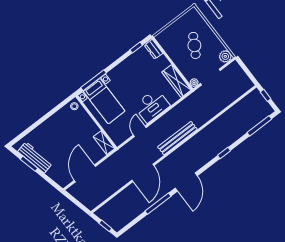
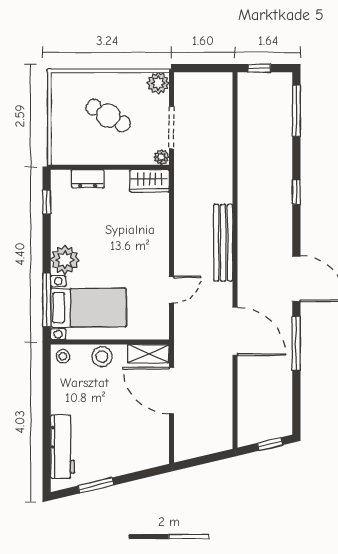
dresser: (154, 49) -> (88, 179), moved
plant: (117, 75) -> (65, 260), added
wardrobe: (176, 81) -> (149, 181), width x0.67
desk: (152, 106) -> (148, 244), removed
stool: (87, 123) -> (102, 357), added
door: (140, 131) -> (171, 290), swing flipped
workbench: (35, 157) -> (62, 447), moved, turned 103
door: (85, 173) -> (171, 390), moved

